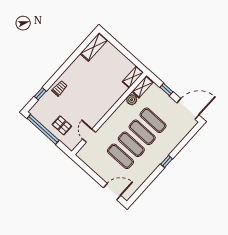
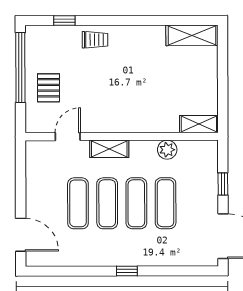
shelving: (143, 87) -> (109, 149), moved

